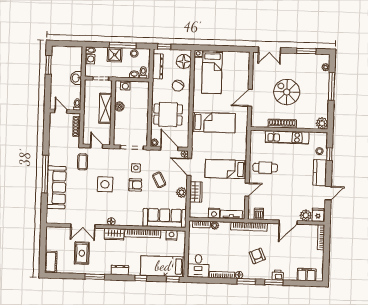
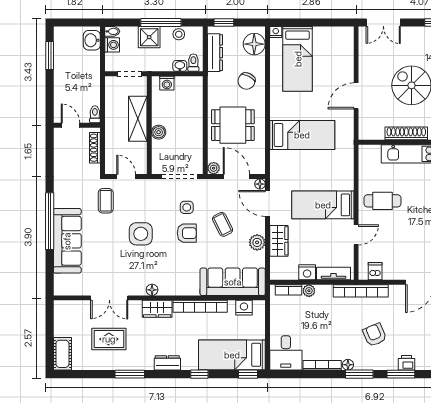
washbasin: (76, 78) -> (92, 40), moved
boiler: (119, 107) -> (159, 132), moved
rug: (82, 253) -> (109, 339), turned 90

